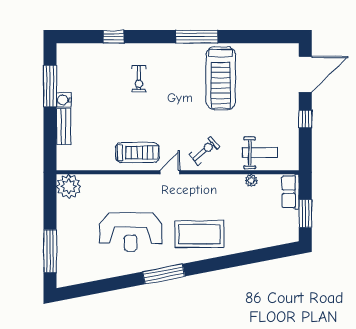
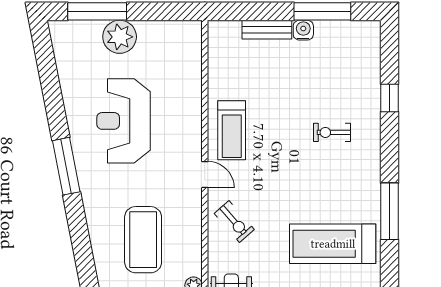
plant: (69, 186) -> (120, 37), moved
coffee table: (199, 234) -> (143, 240), moved

